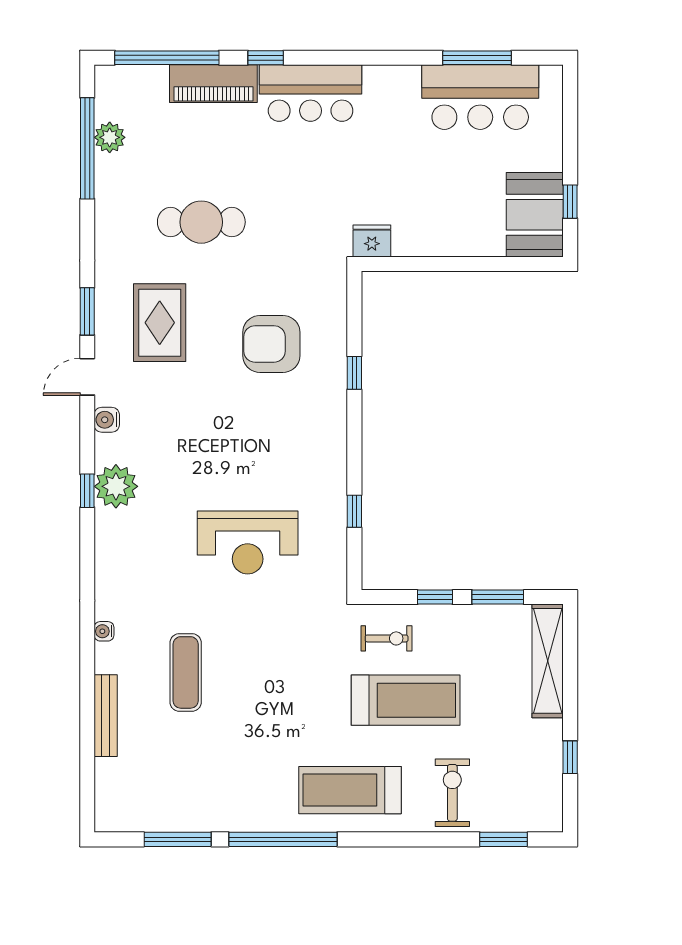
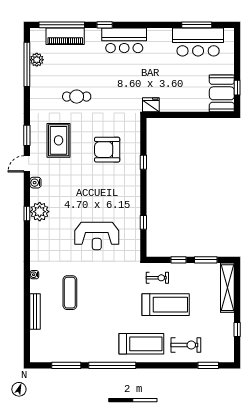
piano: (213, 84) -> (65, 36), moved
cafe table: (201, 222) -> (77, 97), width x0.73, depth x0.74
treadmill: (350, 790) -> (141, 344), turned 180
exercise bike: (452, 793) -> (186, 345), turned 90

